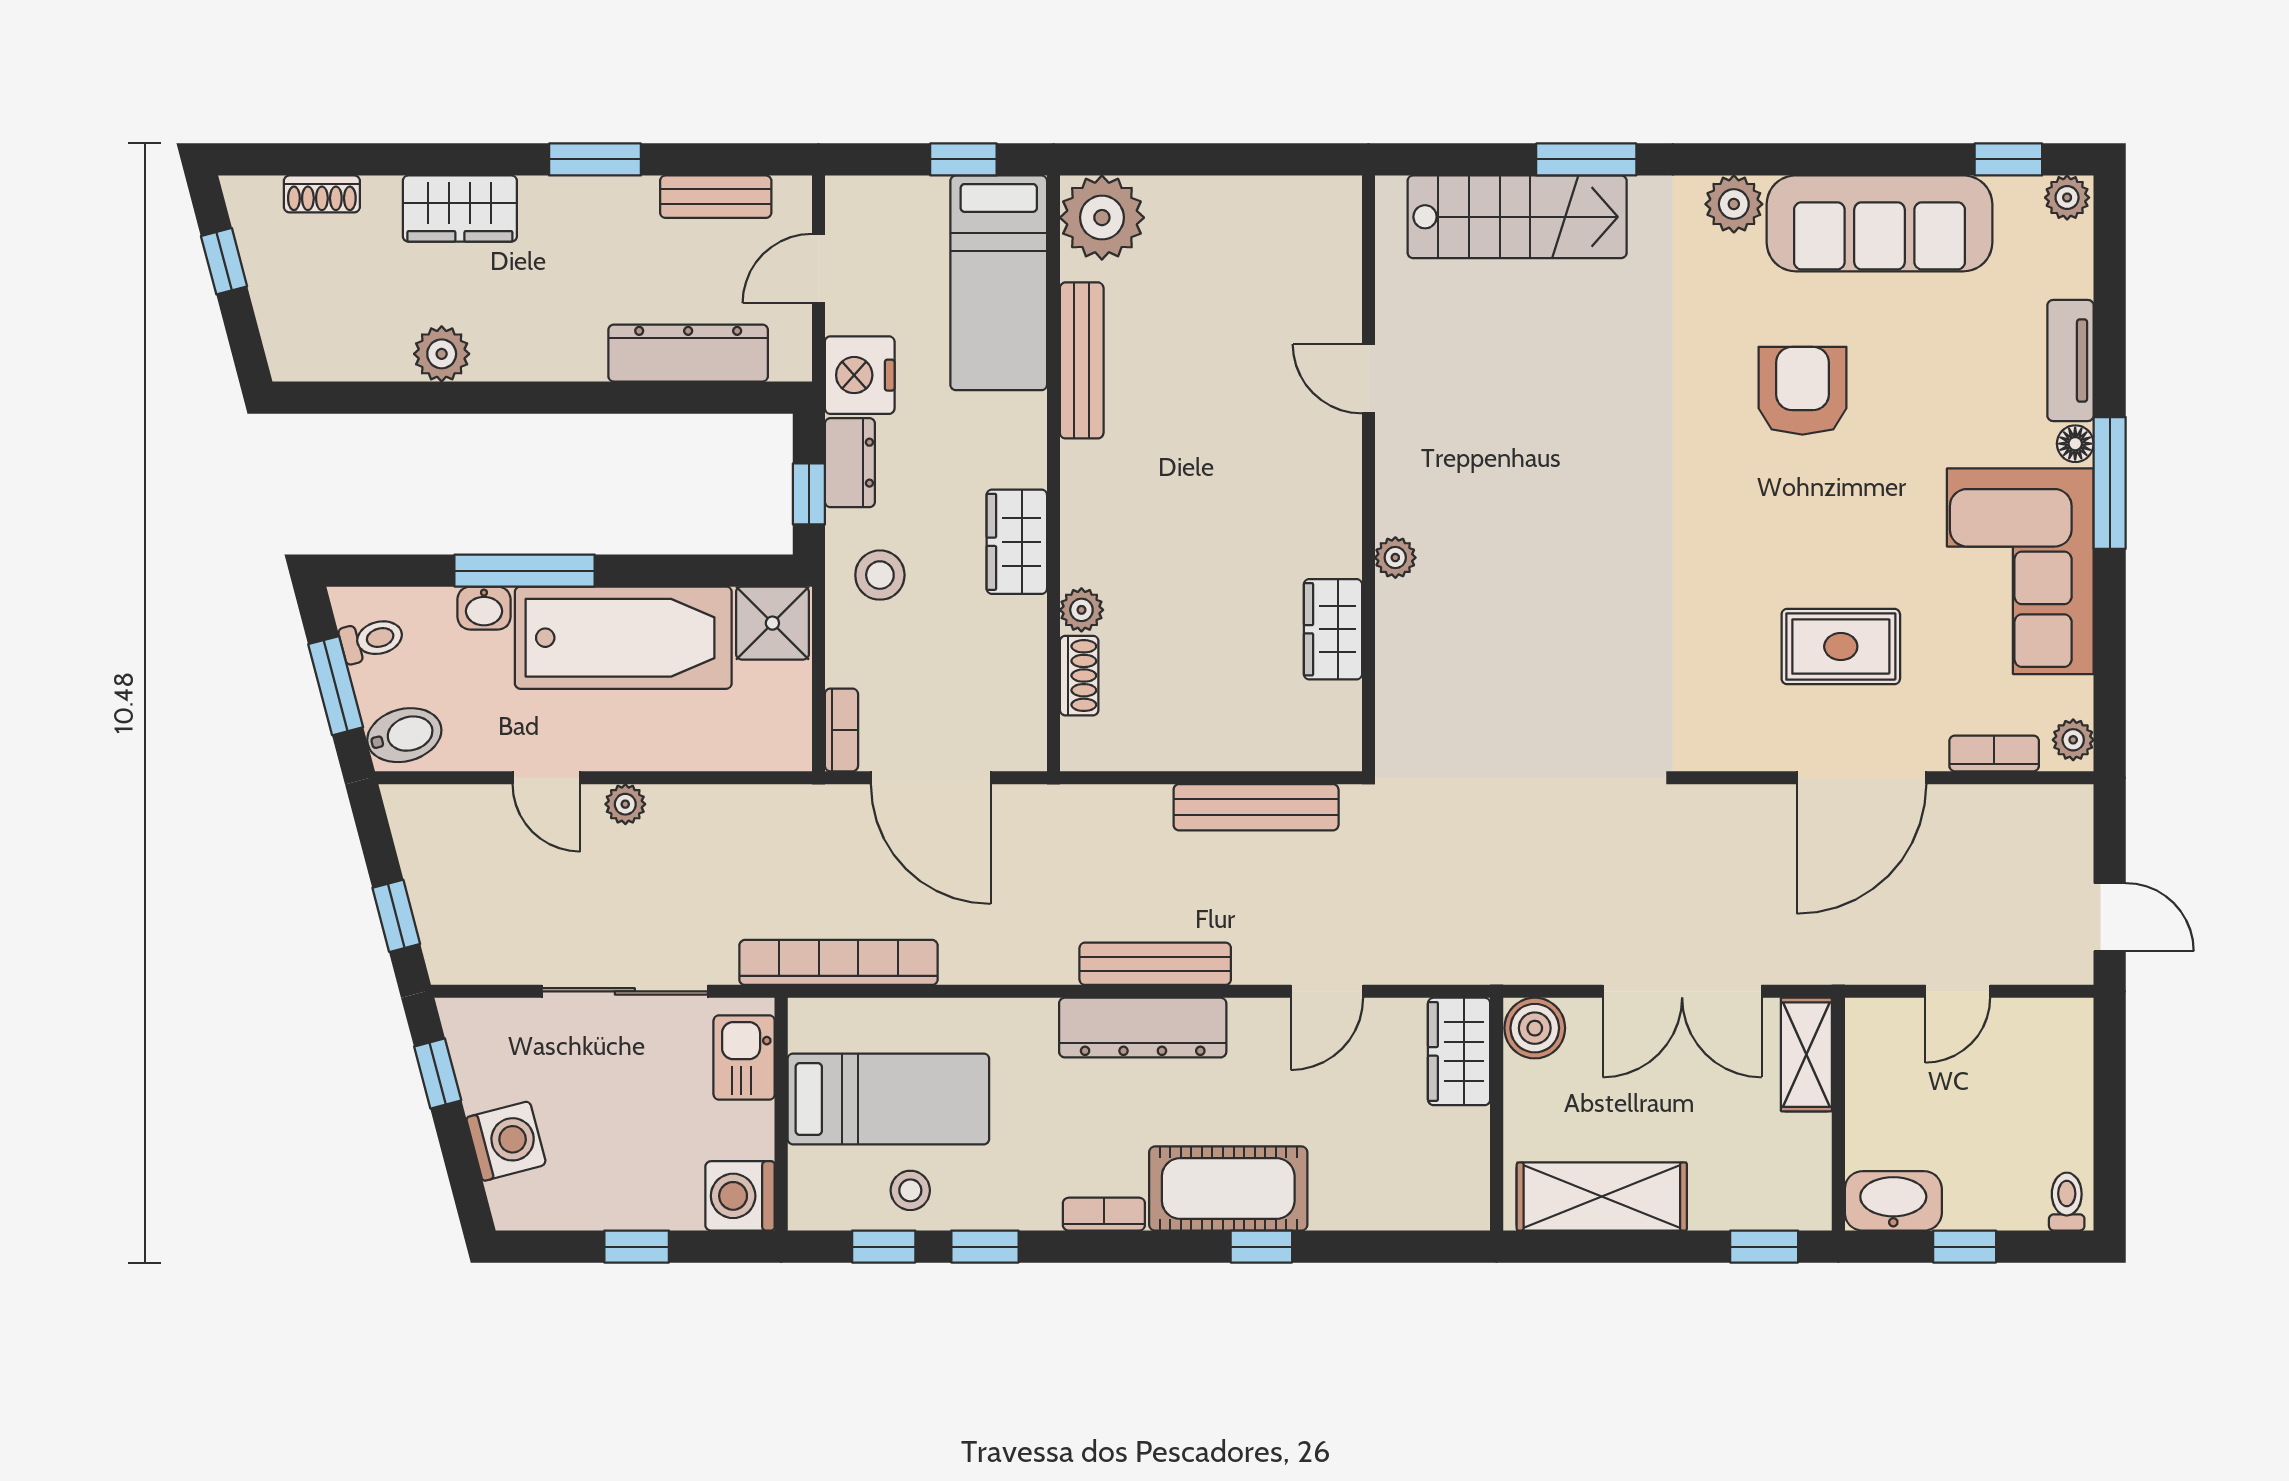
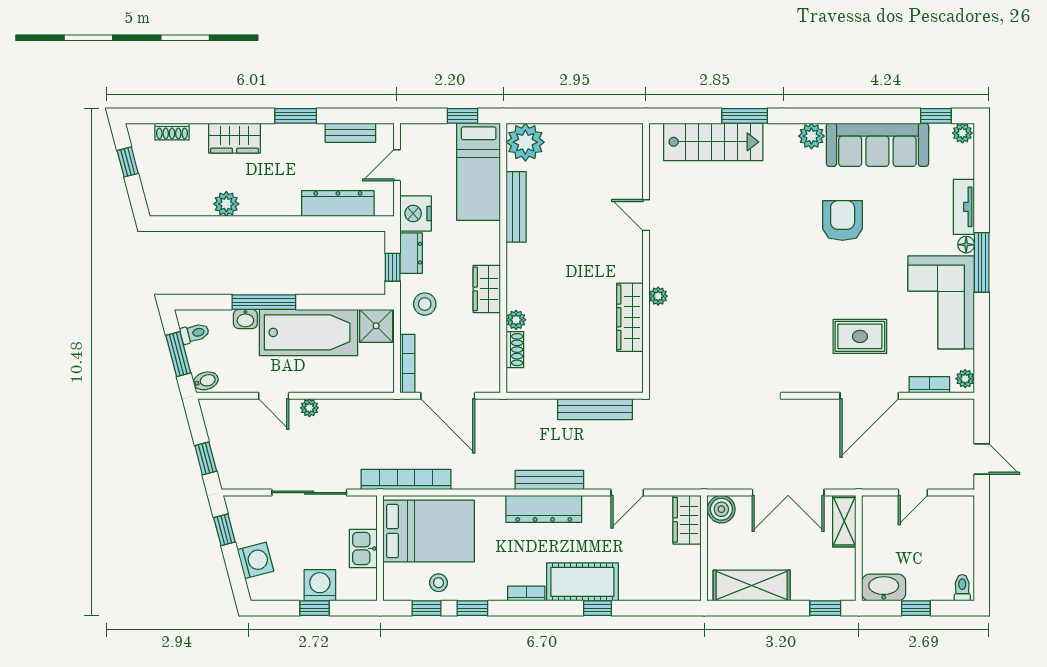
wardrobe: (1333, 629) -> (630, 317), width x1.50
bookcase: (841, 730) -> (407, 364), width x1.56
bidet: (404, 735) -> (206, 381), width x0.72, depth x0.74
kitchen sink: (744, 1058) -> (363, 548), moved
bed: (888, 1099) -> (429, 531), width x1.50
washing machine: (740, 1196) -> (320, 585), moved, turned 90

